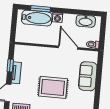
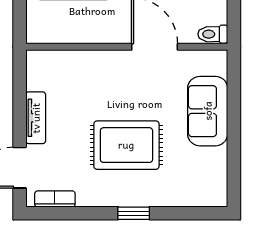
window: (10, 65) -> (20, 102), removed

